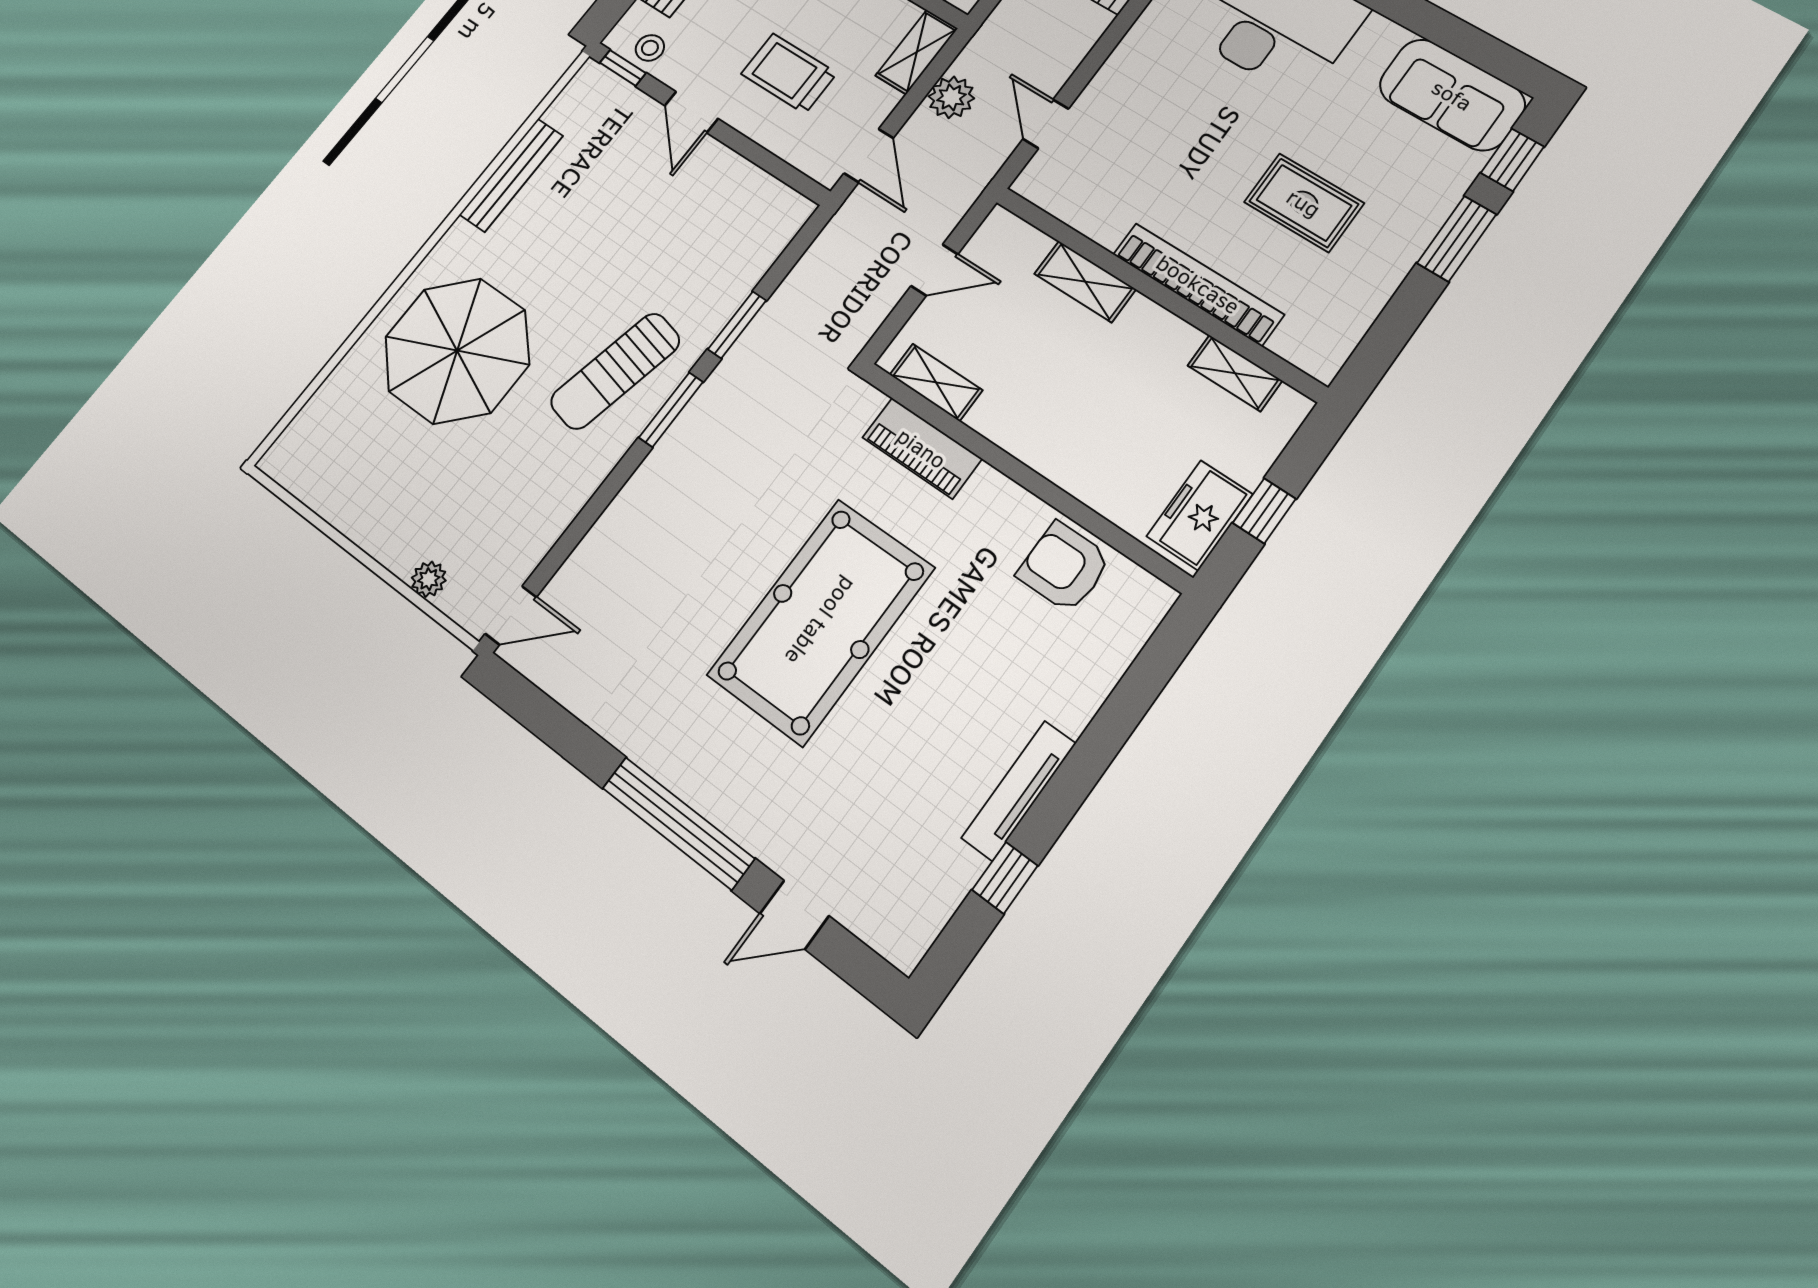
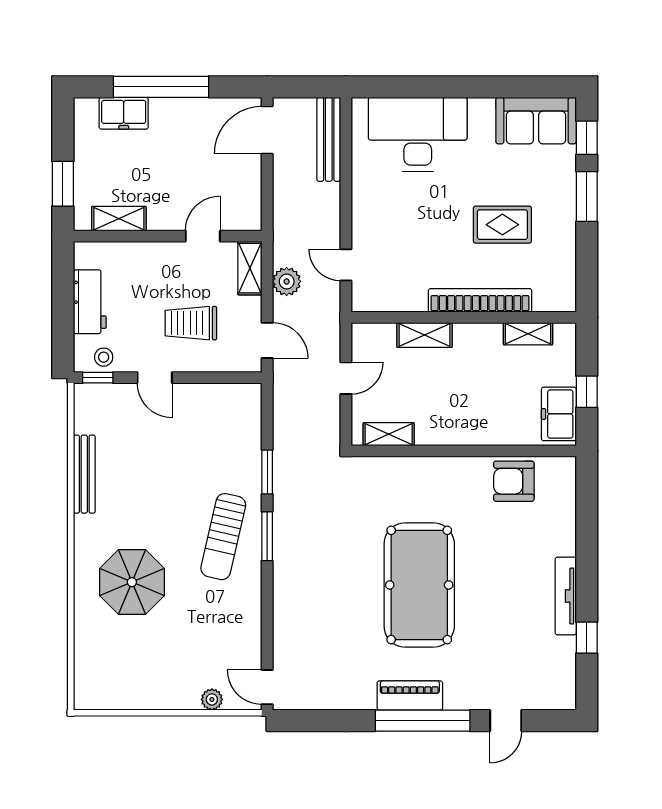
parasol: (457, 351) -> (132, 582), width x0.73, depth x0.73
piano: (922, 448) -> (410, 696), moved, turned 180
door: (511, 615) -> (267, 687), swing flipped

